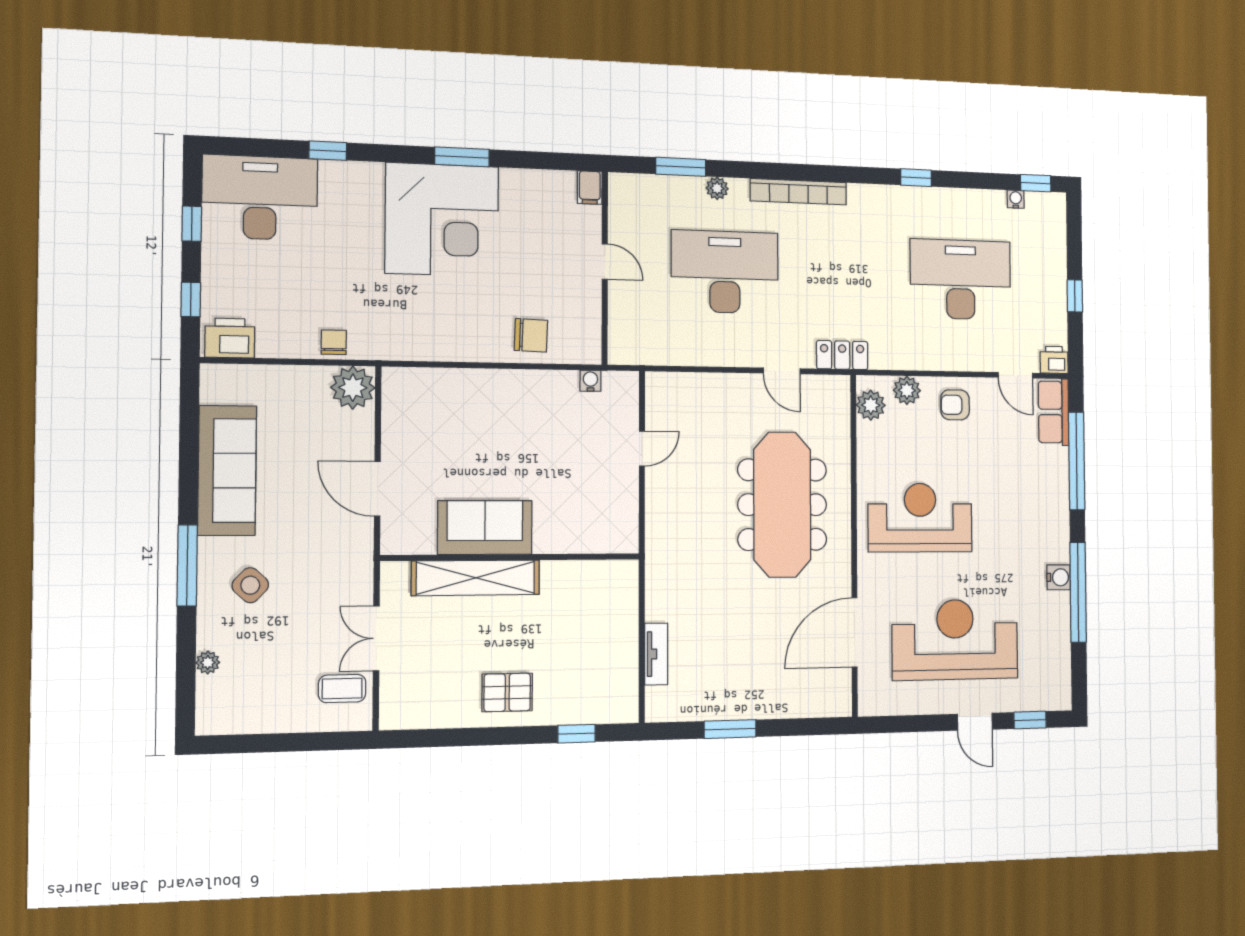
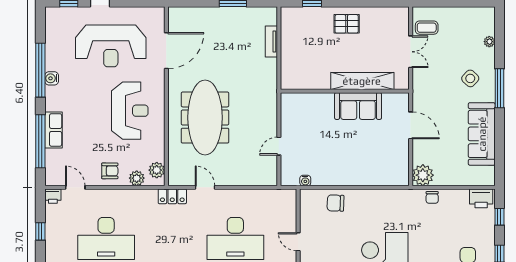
row of seats: (1054, 412) -> (54, 130), moved
reception desk: (920, 518) -> (130, 111), turned -90

